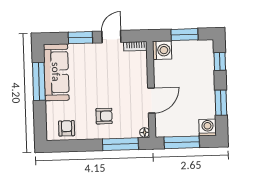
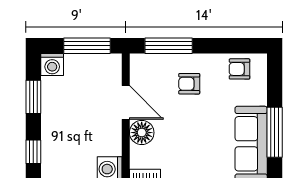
door: (151, 101) -> (126, 103), swing flipped
armchair: (67, 128) -> (240, 69), turned 90
floor lamp: (145, 132) -> (142, 133), moved, width x1.89, depth x1.89

